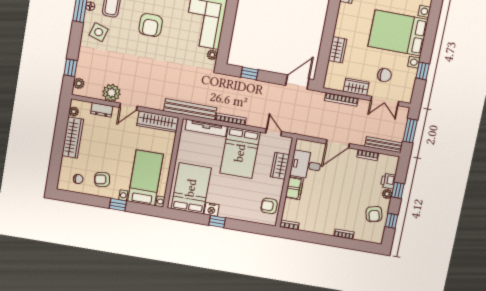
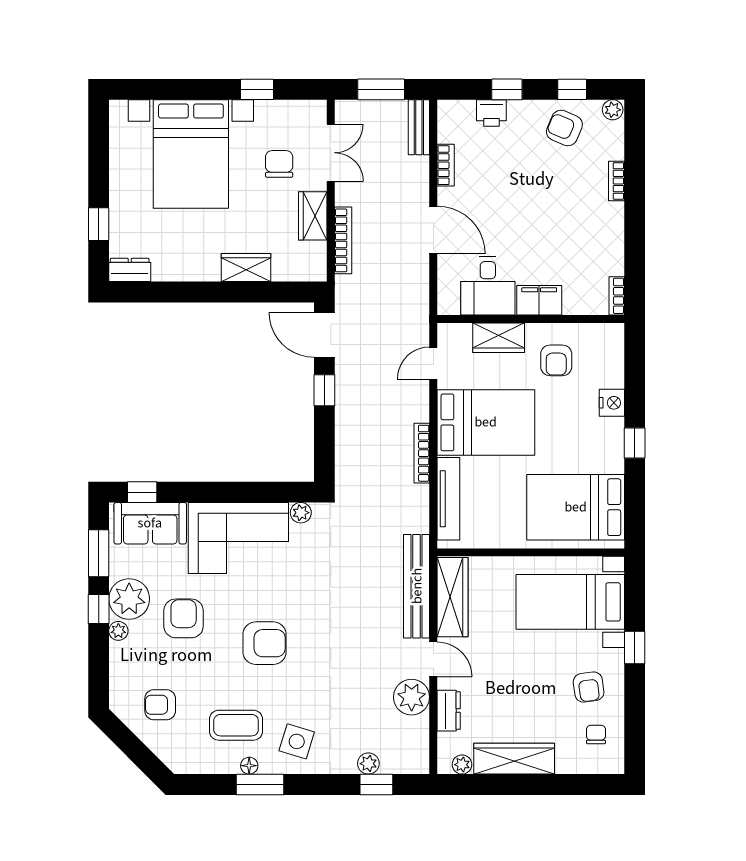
window: (249, 73) -> (324, 390), moved
plant: (79, 83) -> (368, 764), moved
bench: (190, 109) -> (417, 586), moved
bench: (384, 145) -> (419, 127), width x0.73
plant: (387, 194) -> (613, 110), moved
armchair: (269, 206) -> (556, 360), moved
nightstand: (212, 209) -> (612, 403), moved
armchair: (374, 214) -> (564, 128), turned -143

